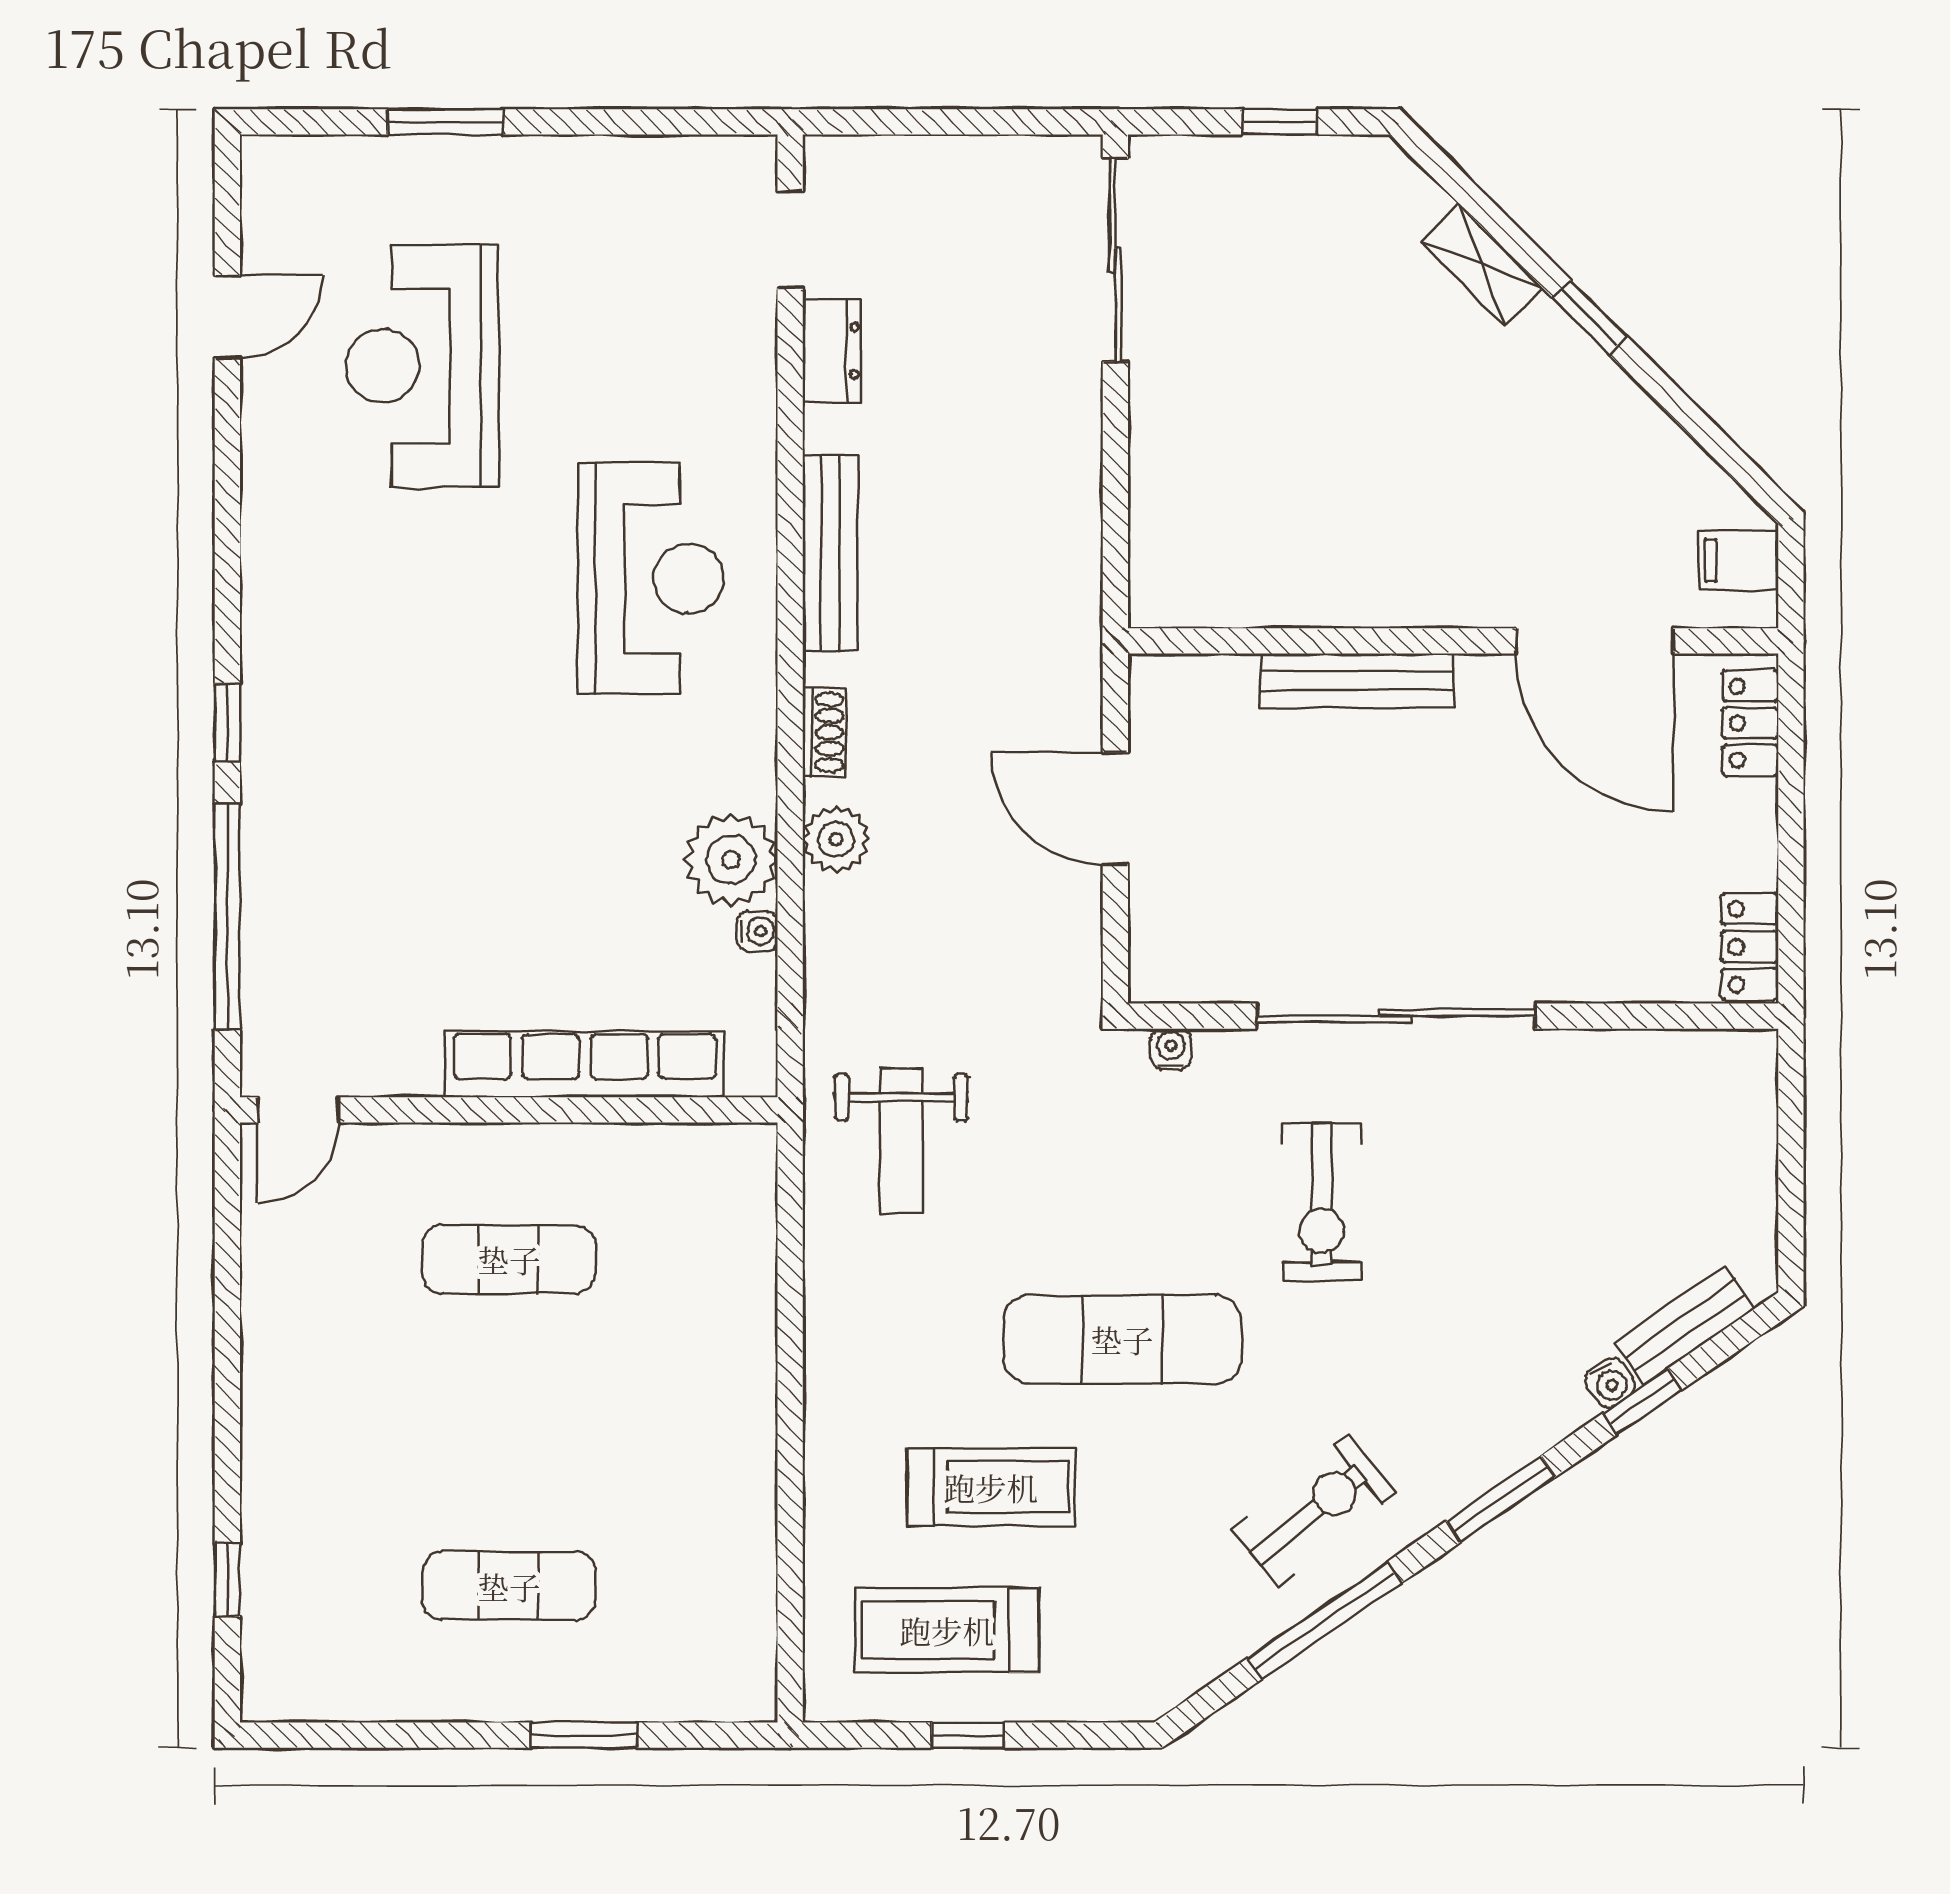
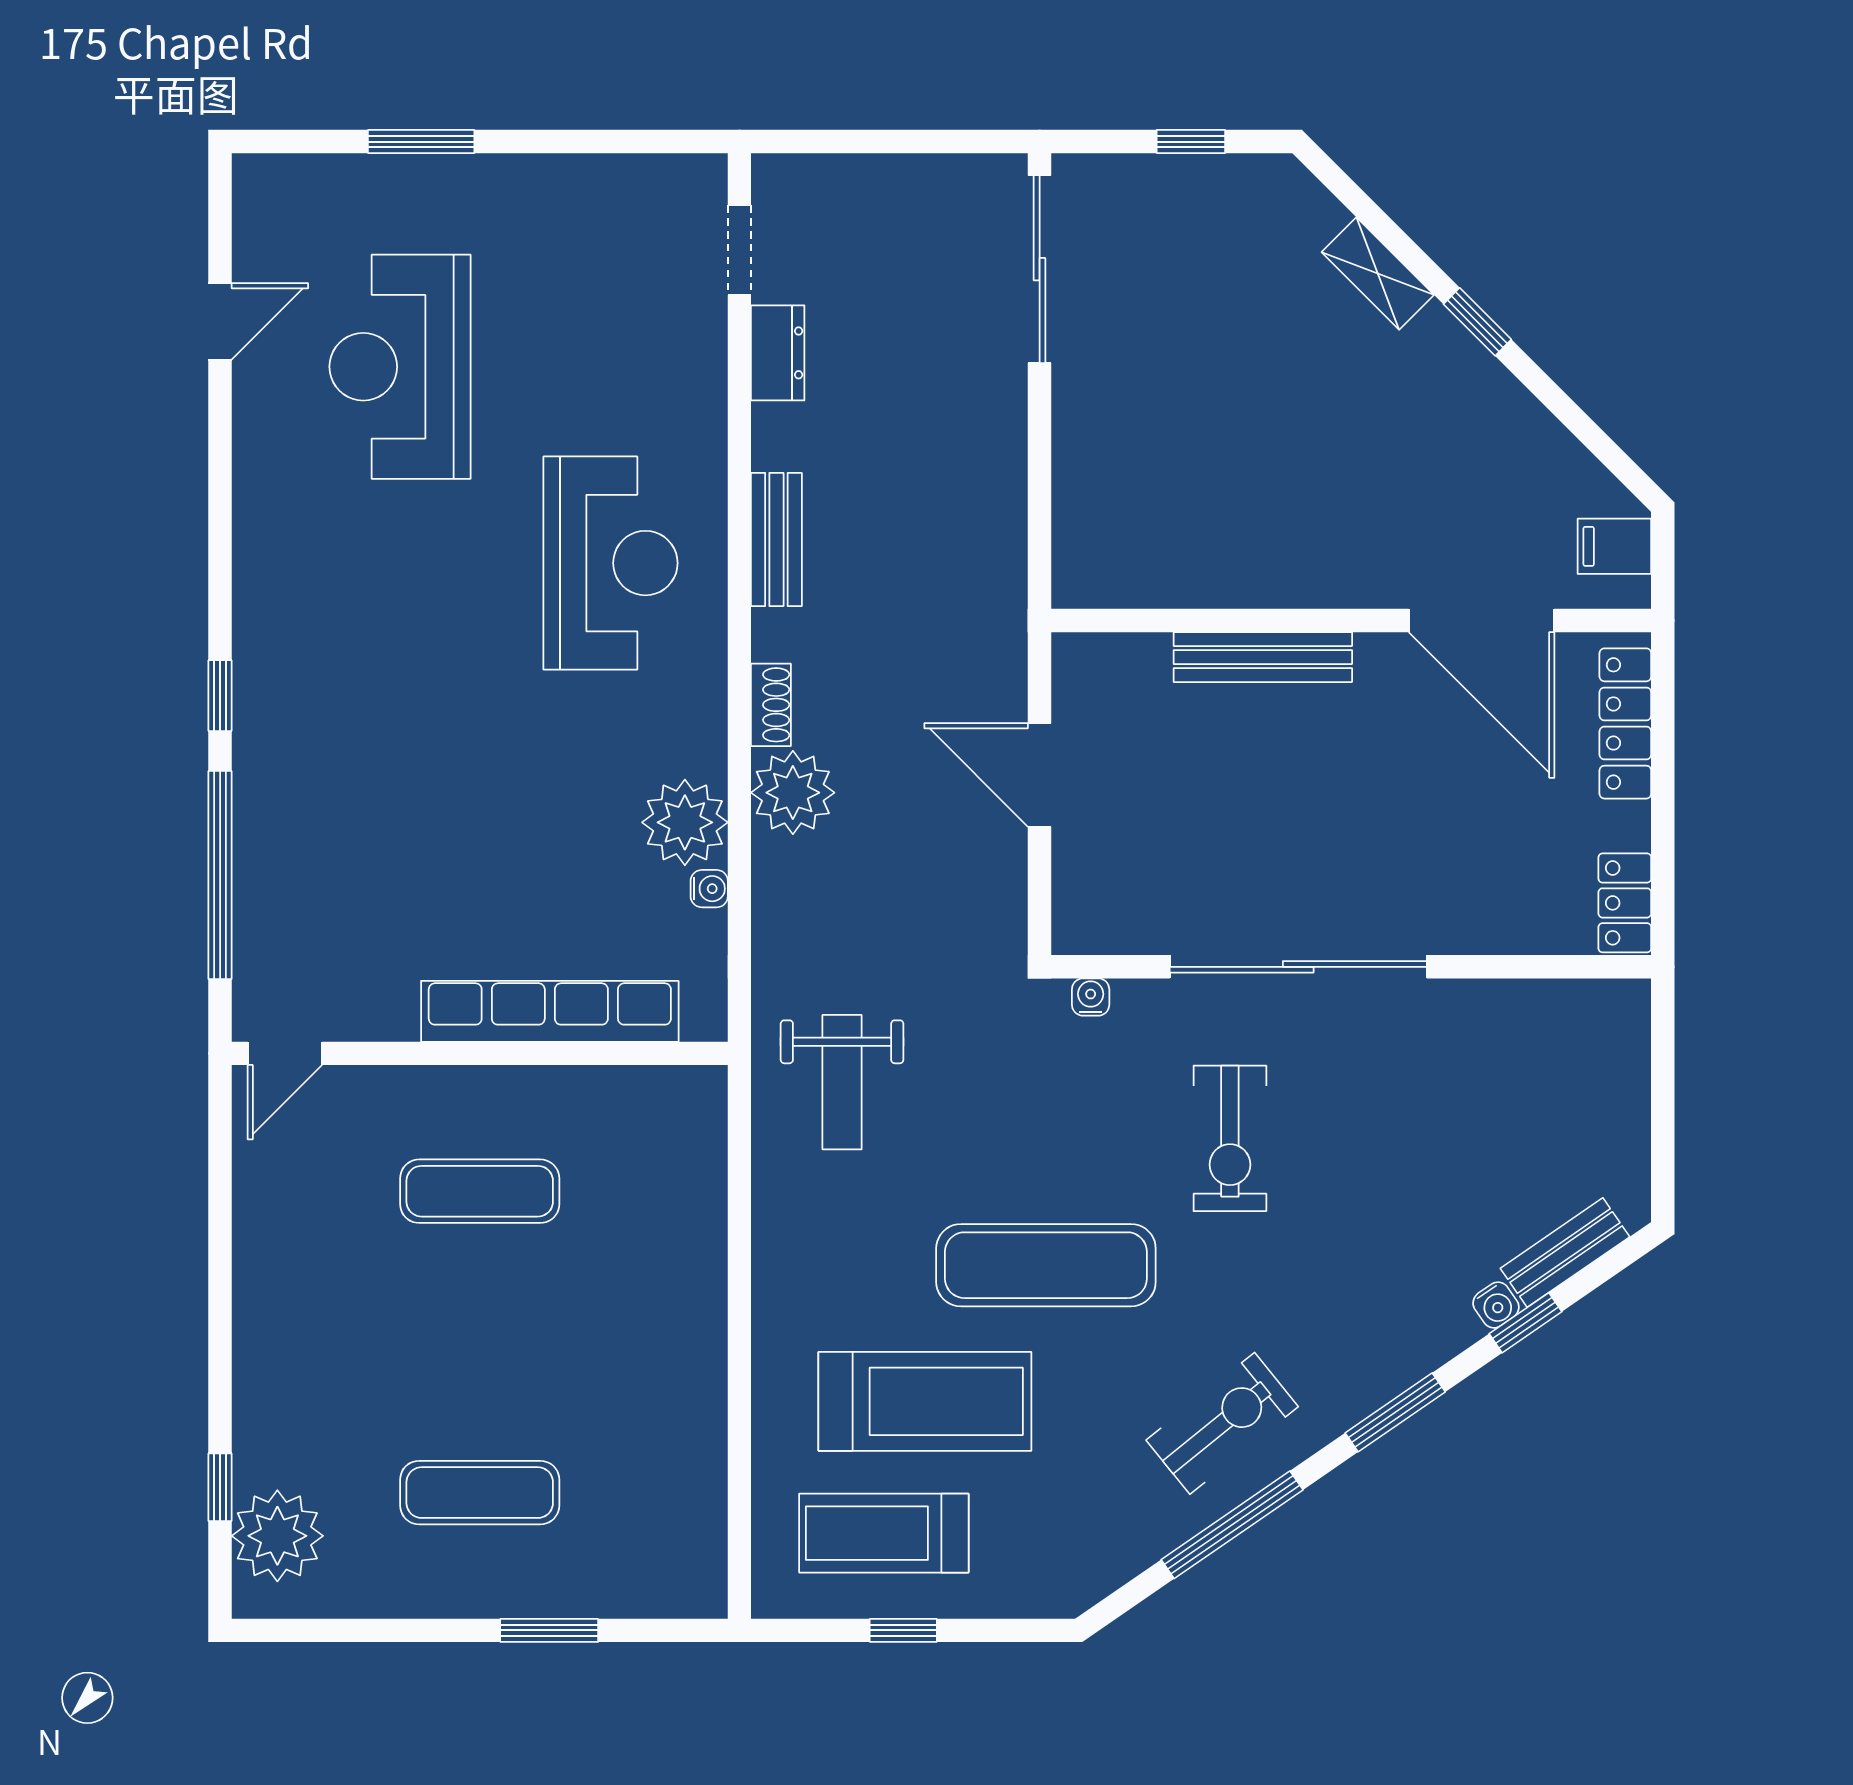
bench: (830, 553) -> (776, 539), width x0.73
locker: (1750, 723) -> (1625, 723), width x1.53
plant: (836, 839) -> (793, 793), width x1.36, depth x1.36
treadmill: (991, 1487) -> (925, 1401), width x1.37, depth x1.38
plant: (290, 1633) -> (277, 1536), added

